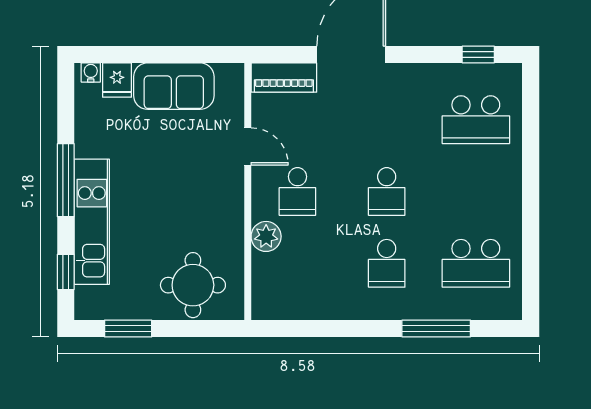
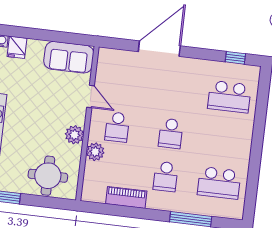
piano: (284, 78) -> (126, 197), moved, turned 180
sofa: (174, 86) -> (69, 57), moved
plant: (229, 213) -> (74, 135), added

